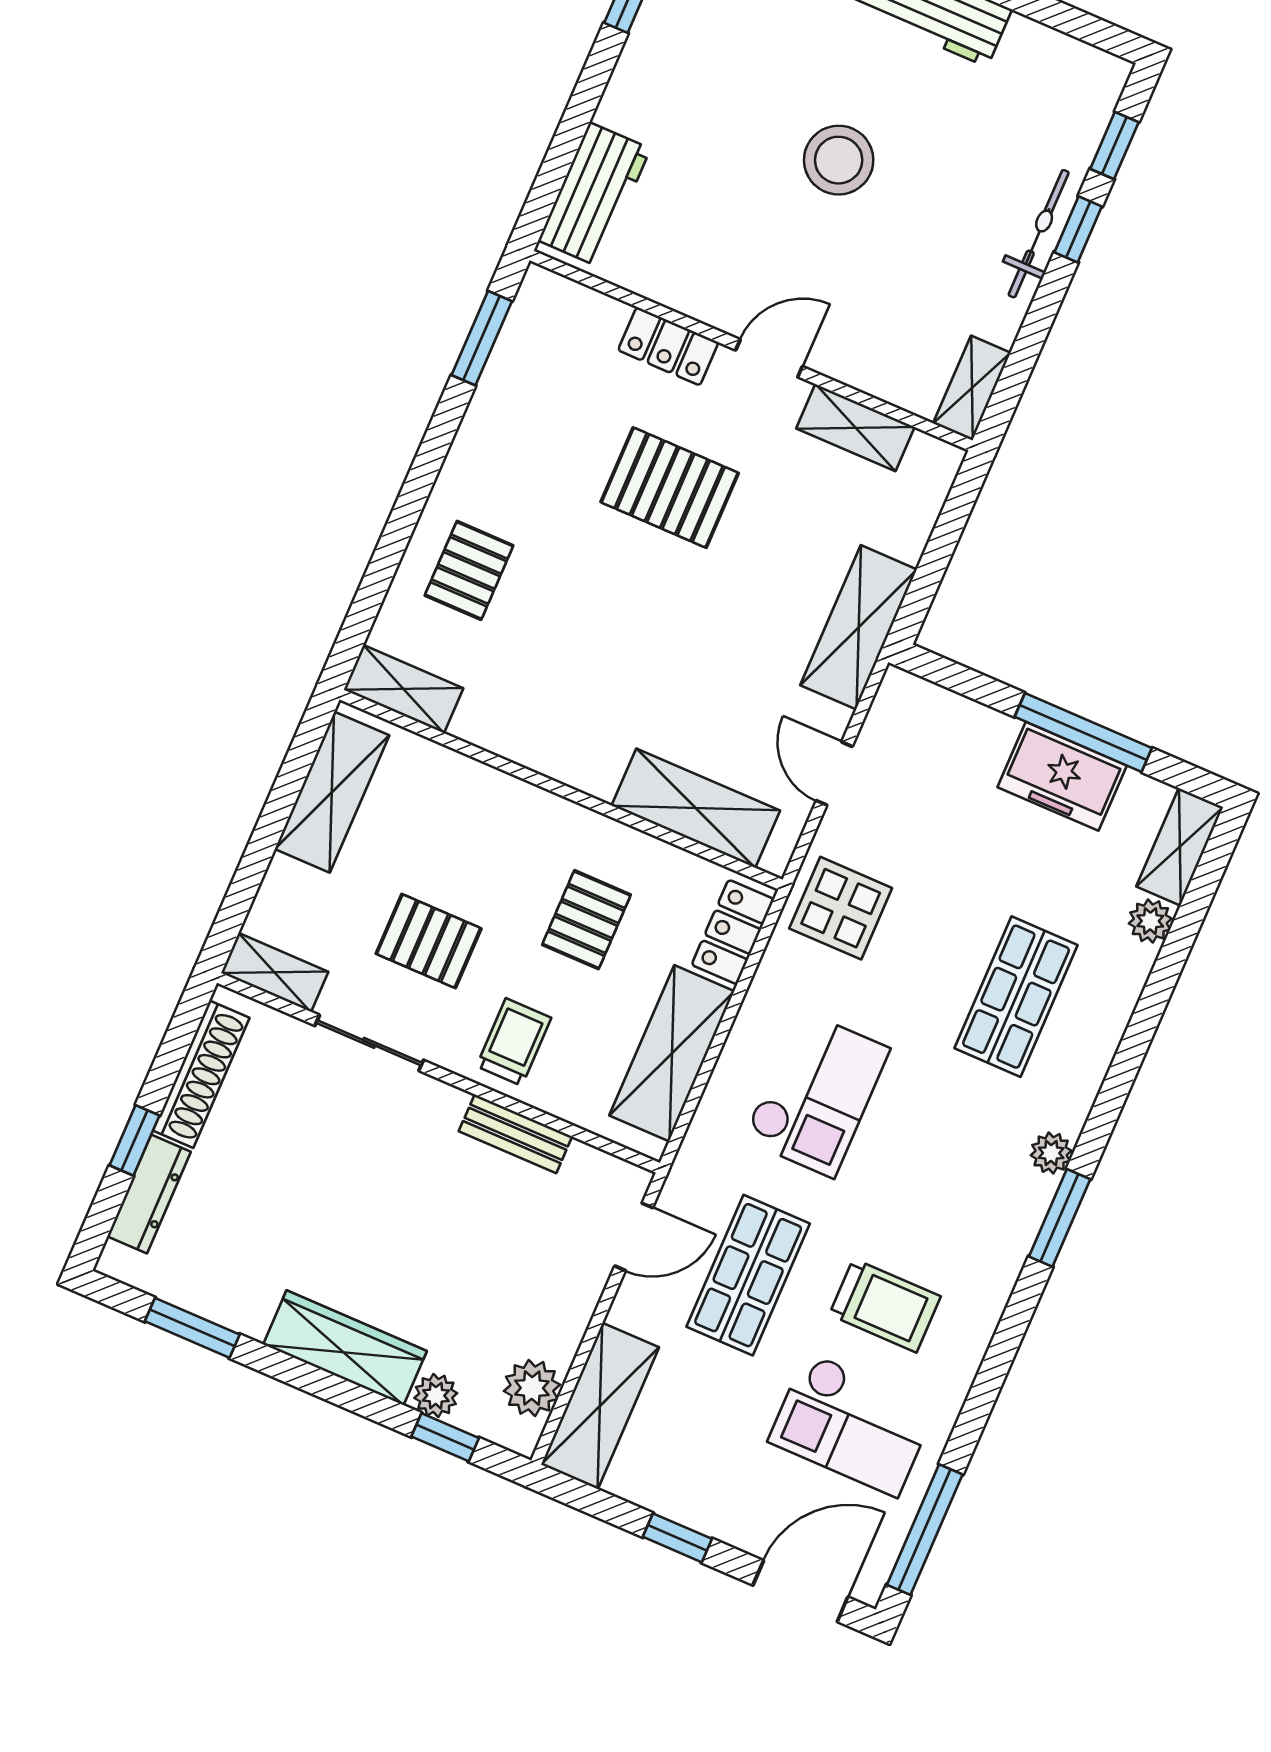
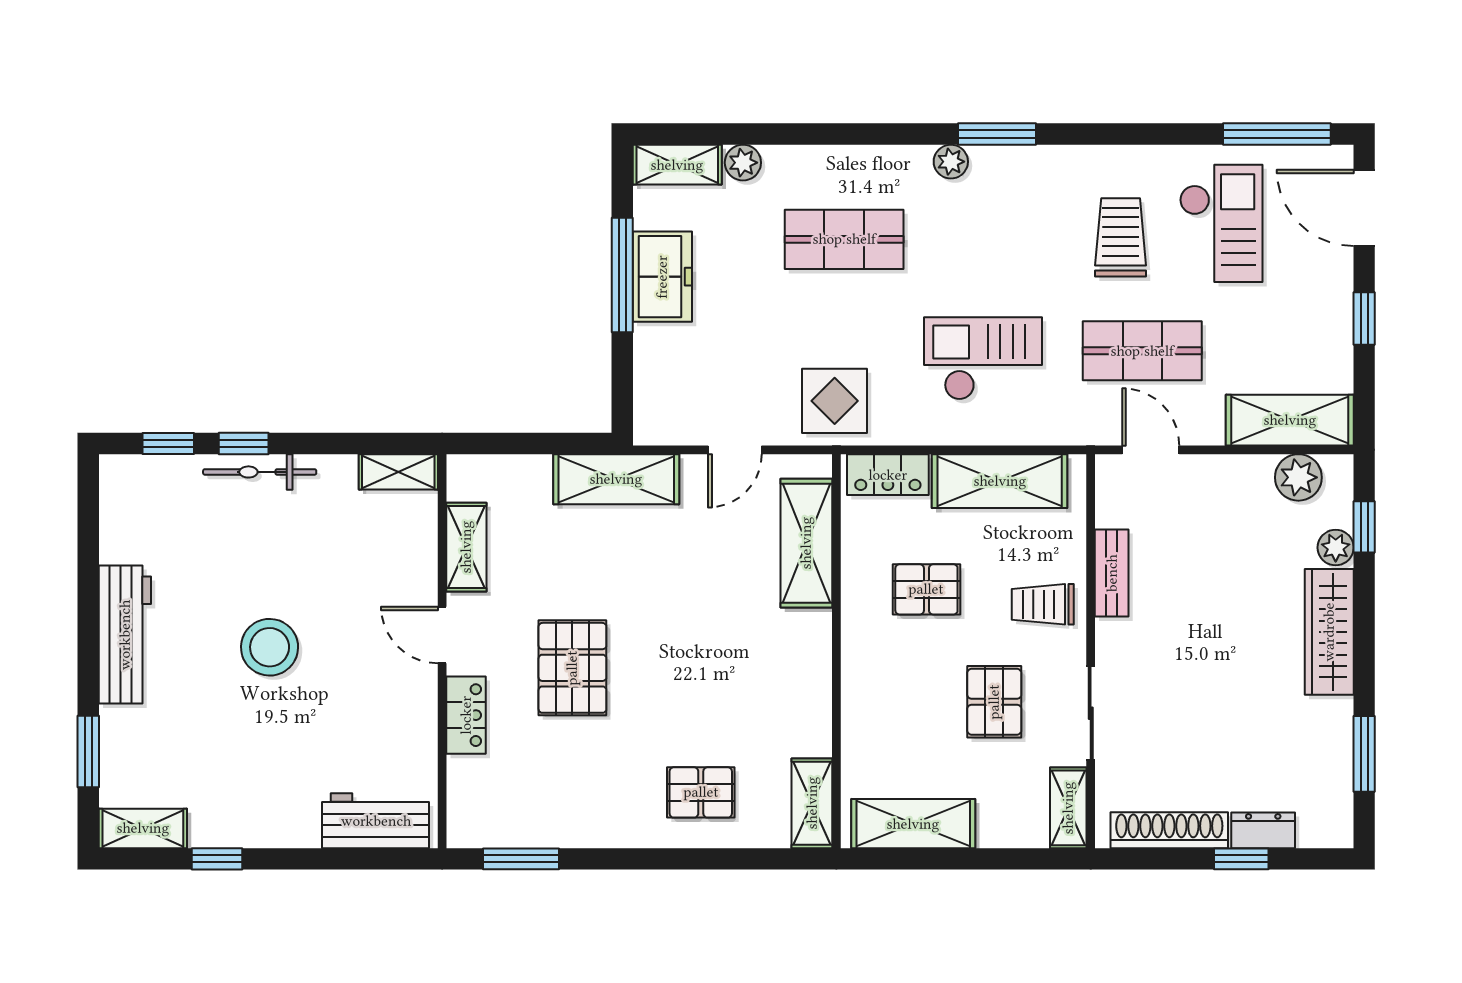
dresser: (149, 1194) -> (1263, 830), width x0.70

